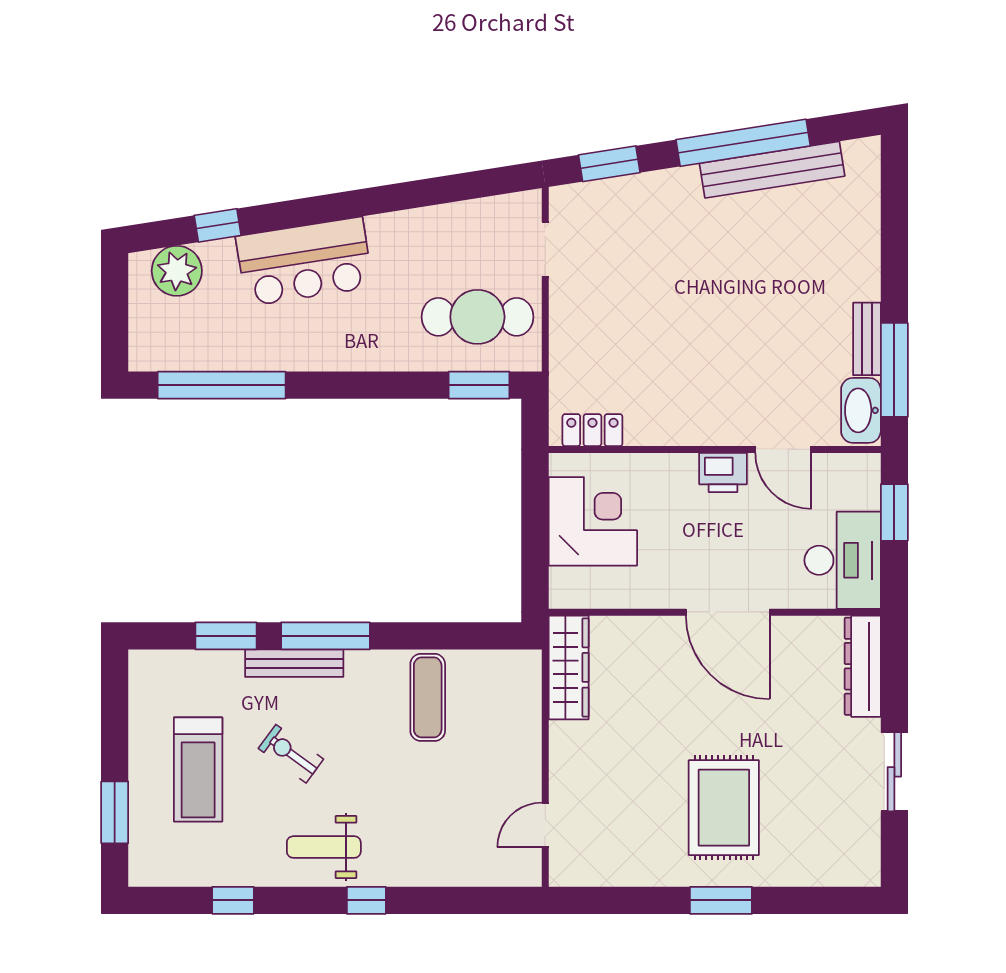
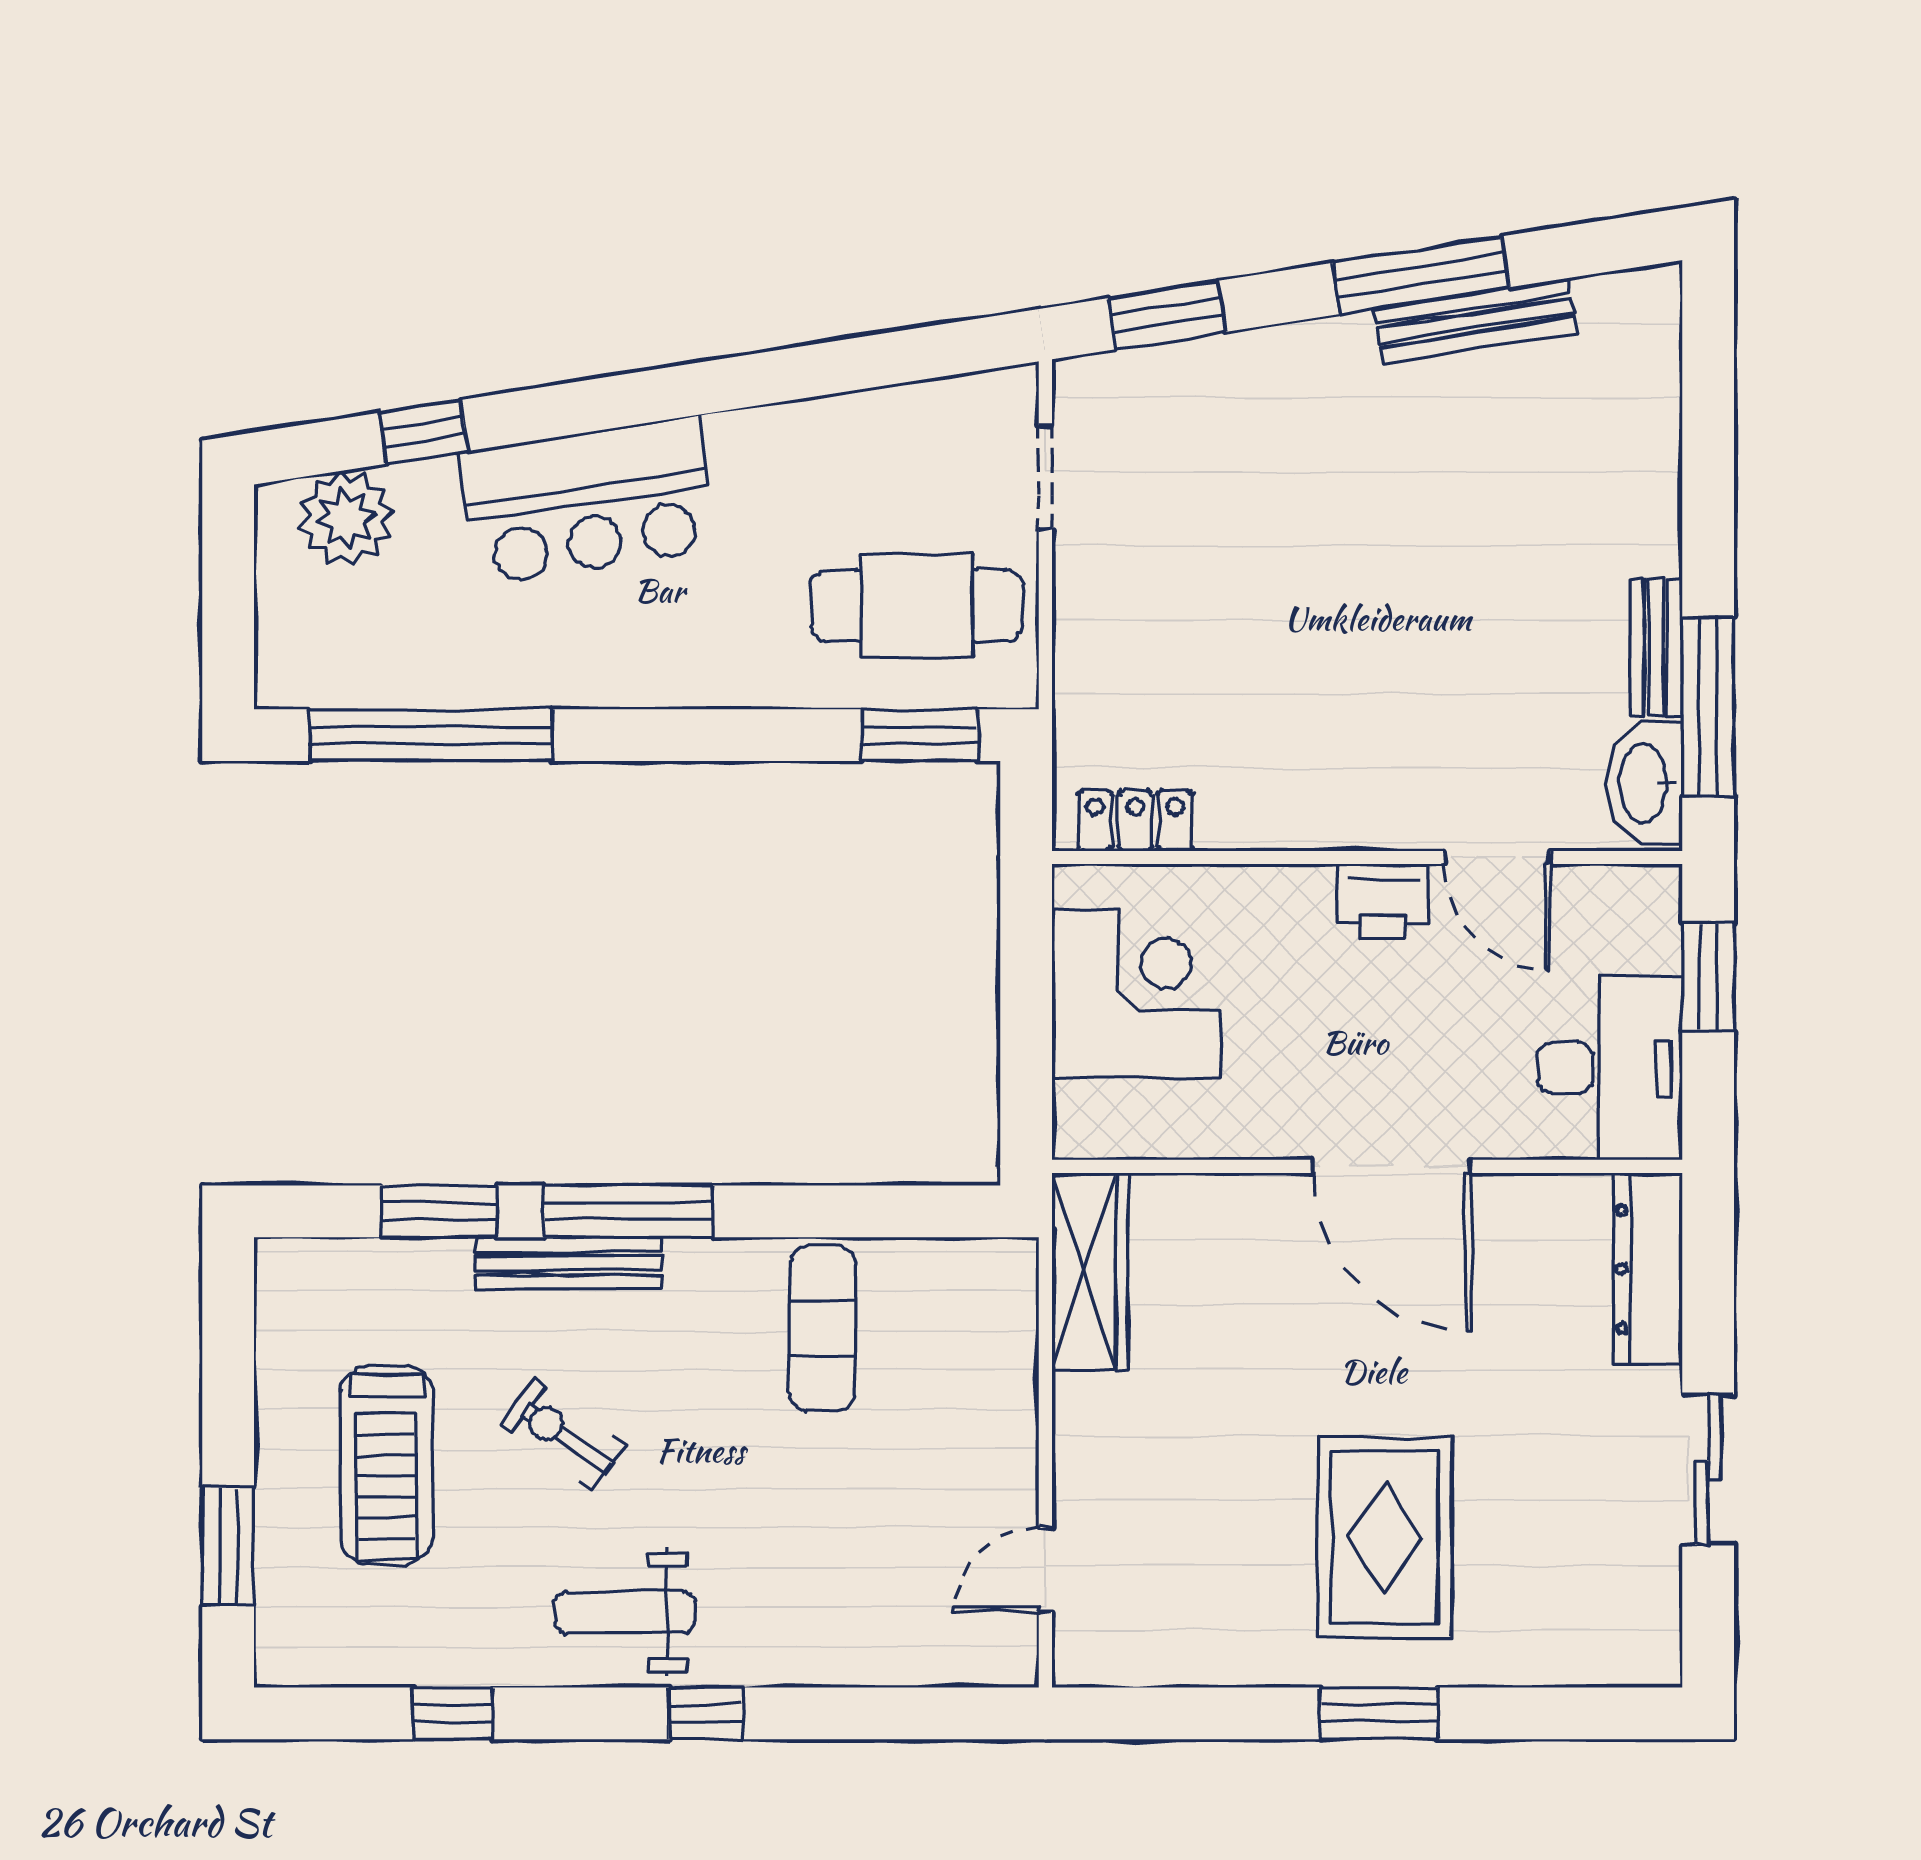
window: (743, 143) -> (1421, 275), width x0.68
bench: (772, 170) -> (1475, 320), width x0.73, depth x0.82

